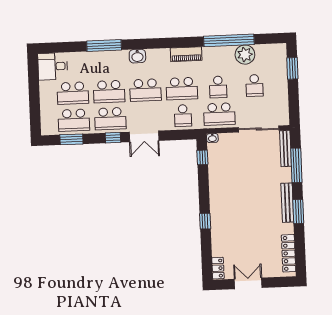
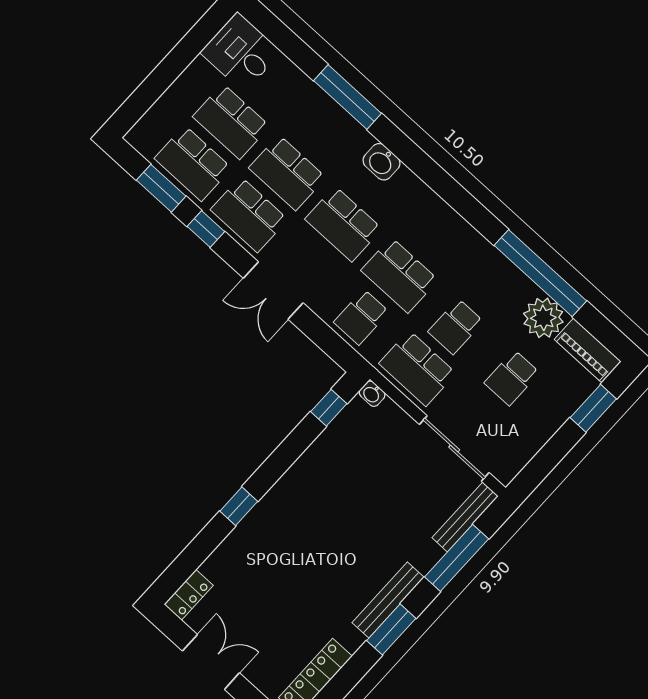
piano: (186, 54) -> (588, 350), moved
window: (113, 138) -> (206, 229), moved

